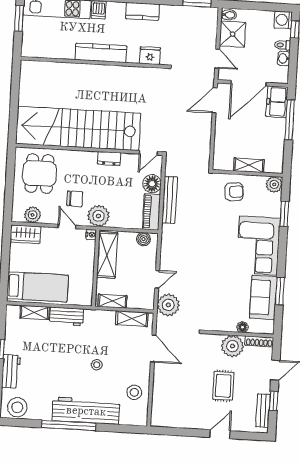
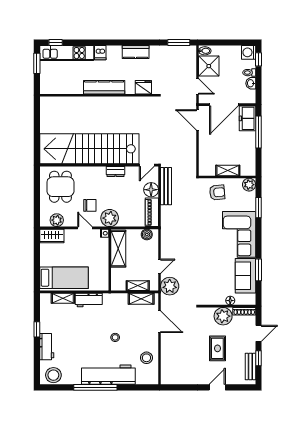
door: (215, 100) -> (197, 120), hinge flipped
bench: (170, 200) -> (166, 186), moved
shelving: (112, 301) -> (138, 286), moved

